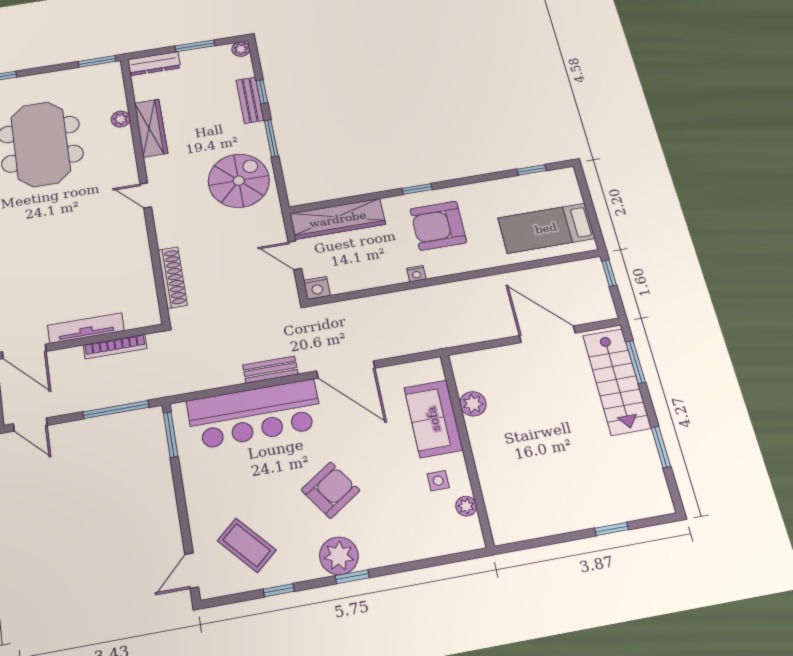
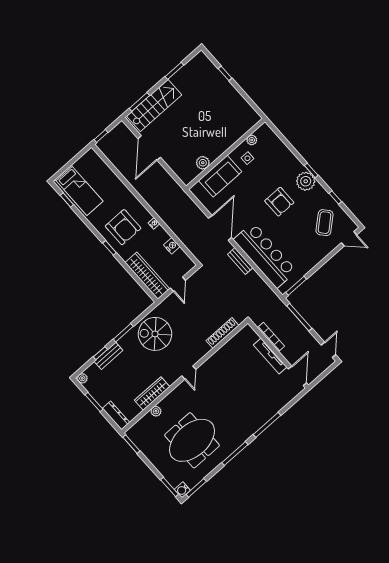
bed: (546, 228) -> (79, 190), moved
nightstand: (317, 288) -> (172, 246), moved
armchair: (331, 490) -> (279, 202), turned -146

